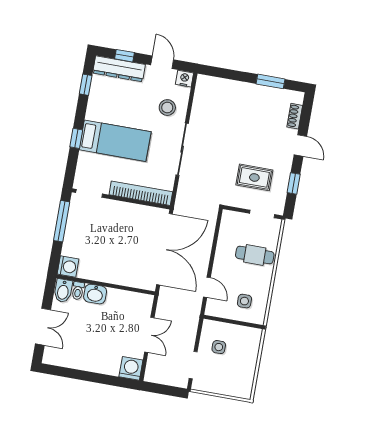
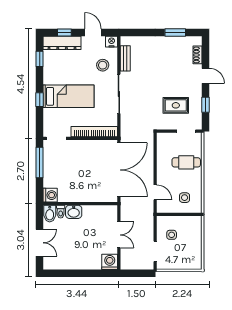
bench: (199, 104) -> (125, 58), added

